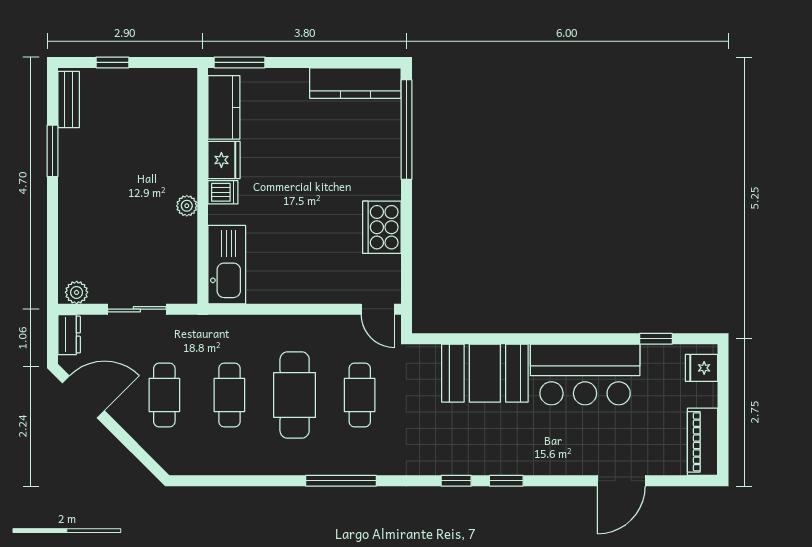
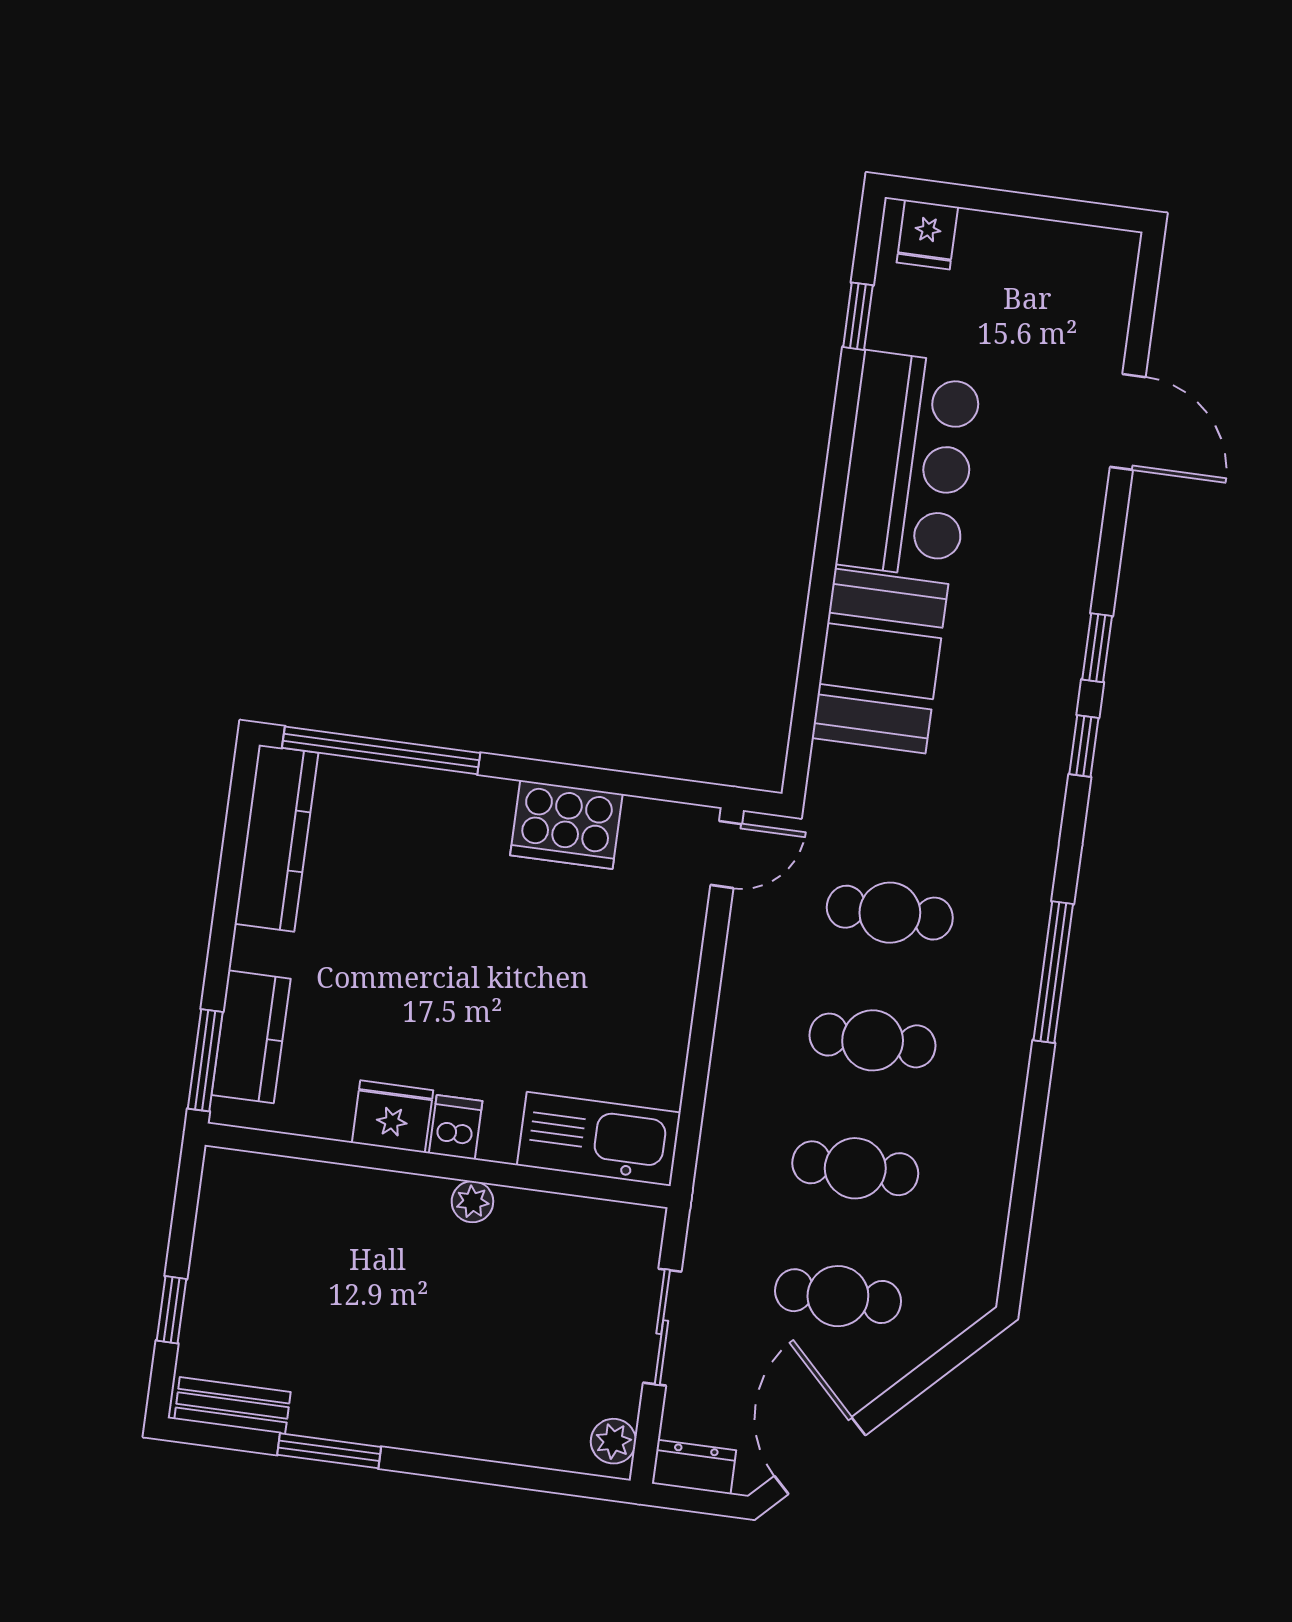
kitchen counter: (224, 107) -> (251, 1037), moved, turned 90
cafe table: (295, 395) -> (873, 1040), width x0.73, depth x0.74
piano: (702, 442) -> (1073, 252), removed

